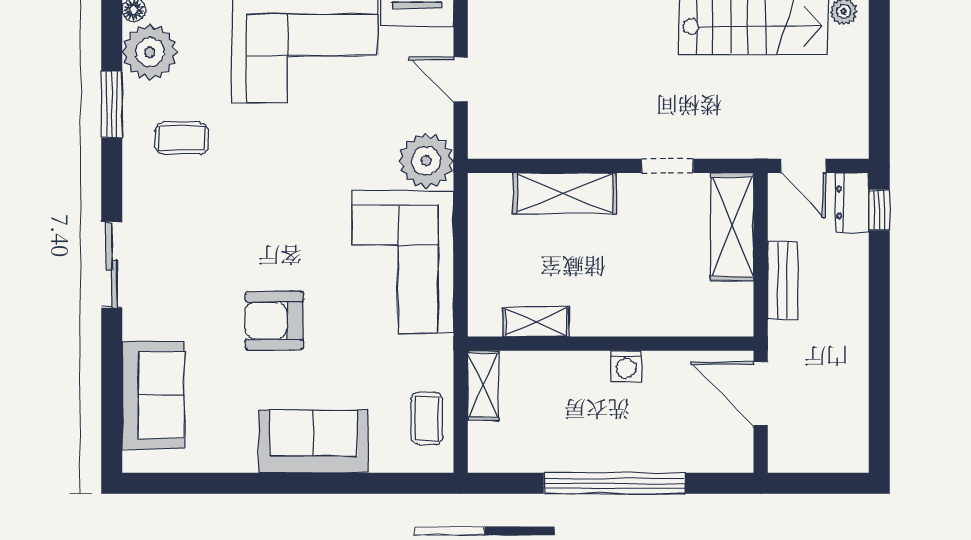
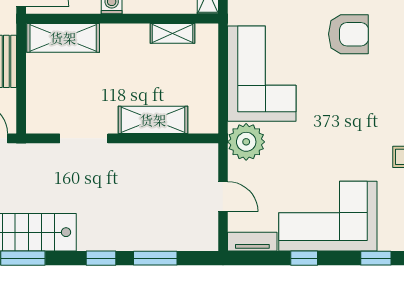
doorway: (667, 166) -> (84, 138), width x1.38
shelving: (732, 227) -> (63, 38), moved, turned 90

